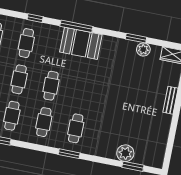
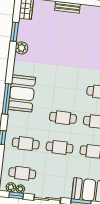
window: (136, 38) -> (14, 32), moved
plant: (143, 49) -> (22, 48), moved

